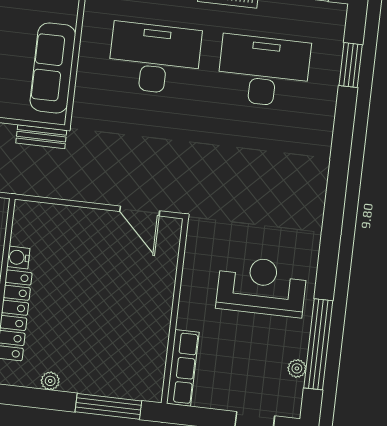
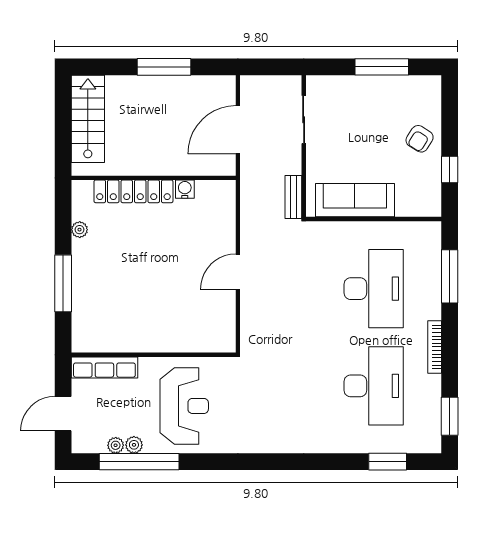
door: (140, 211) -> (238, 272), moved
wall: (175, 311) -> (154, 355), moved
plant: (299, 348) -> (134, 445), added
row of seats: (183, 368) -> (104, 367), moved

